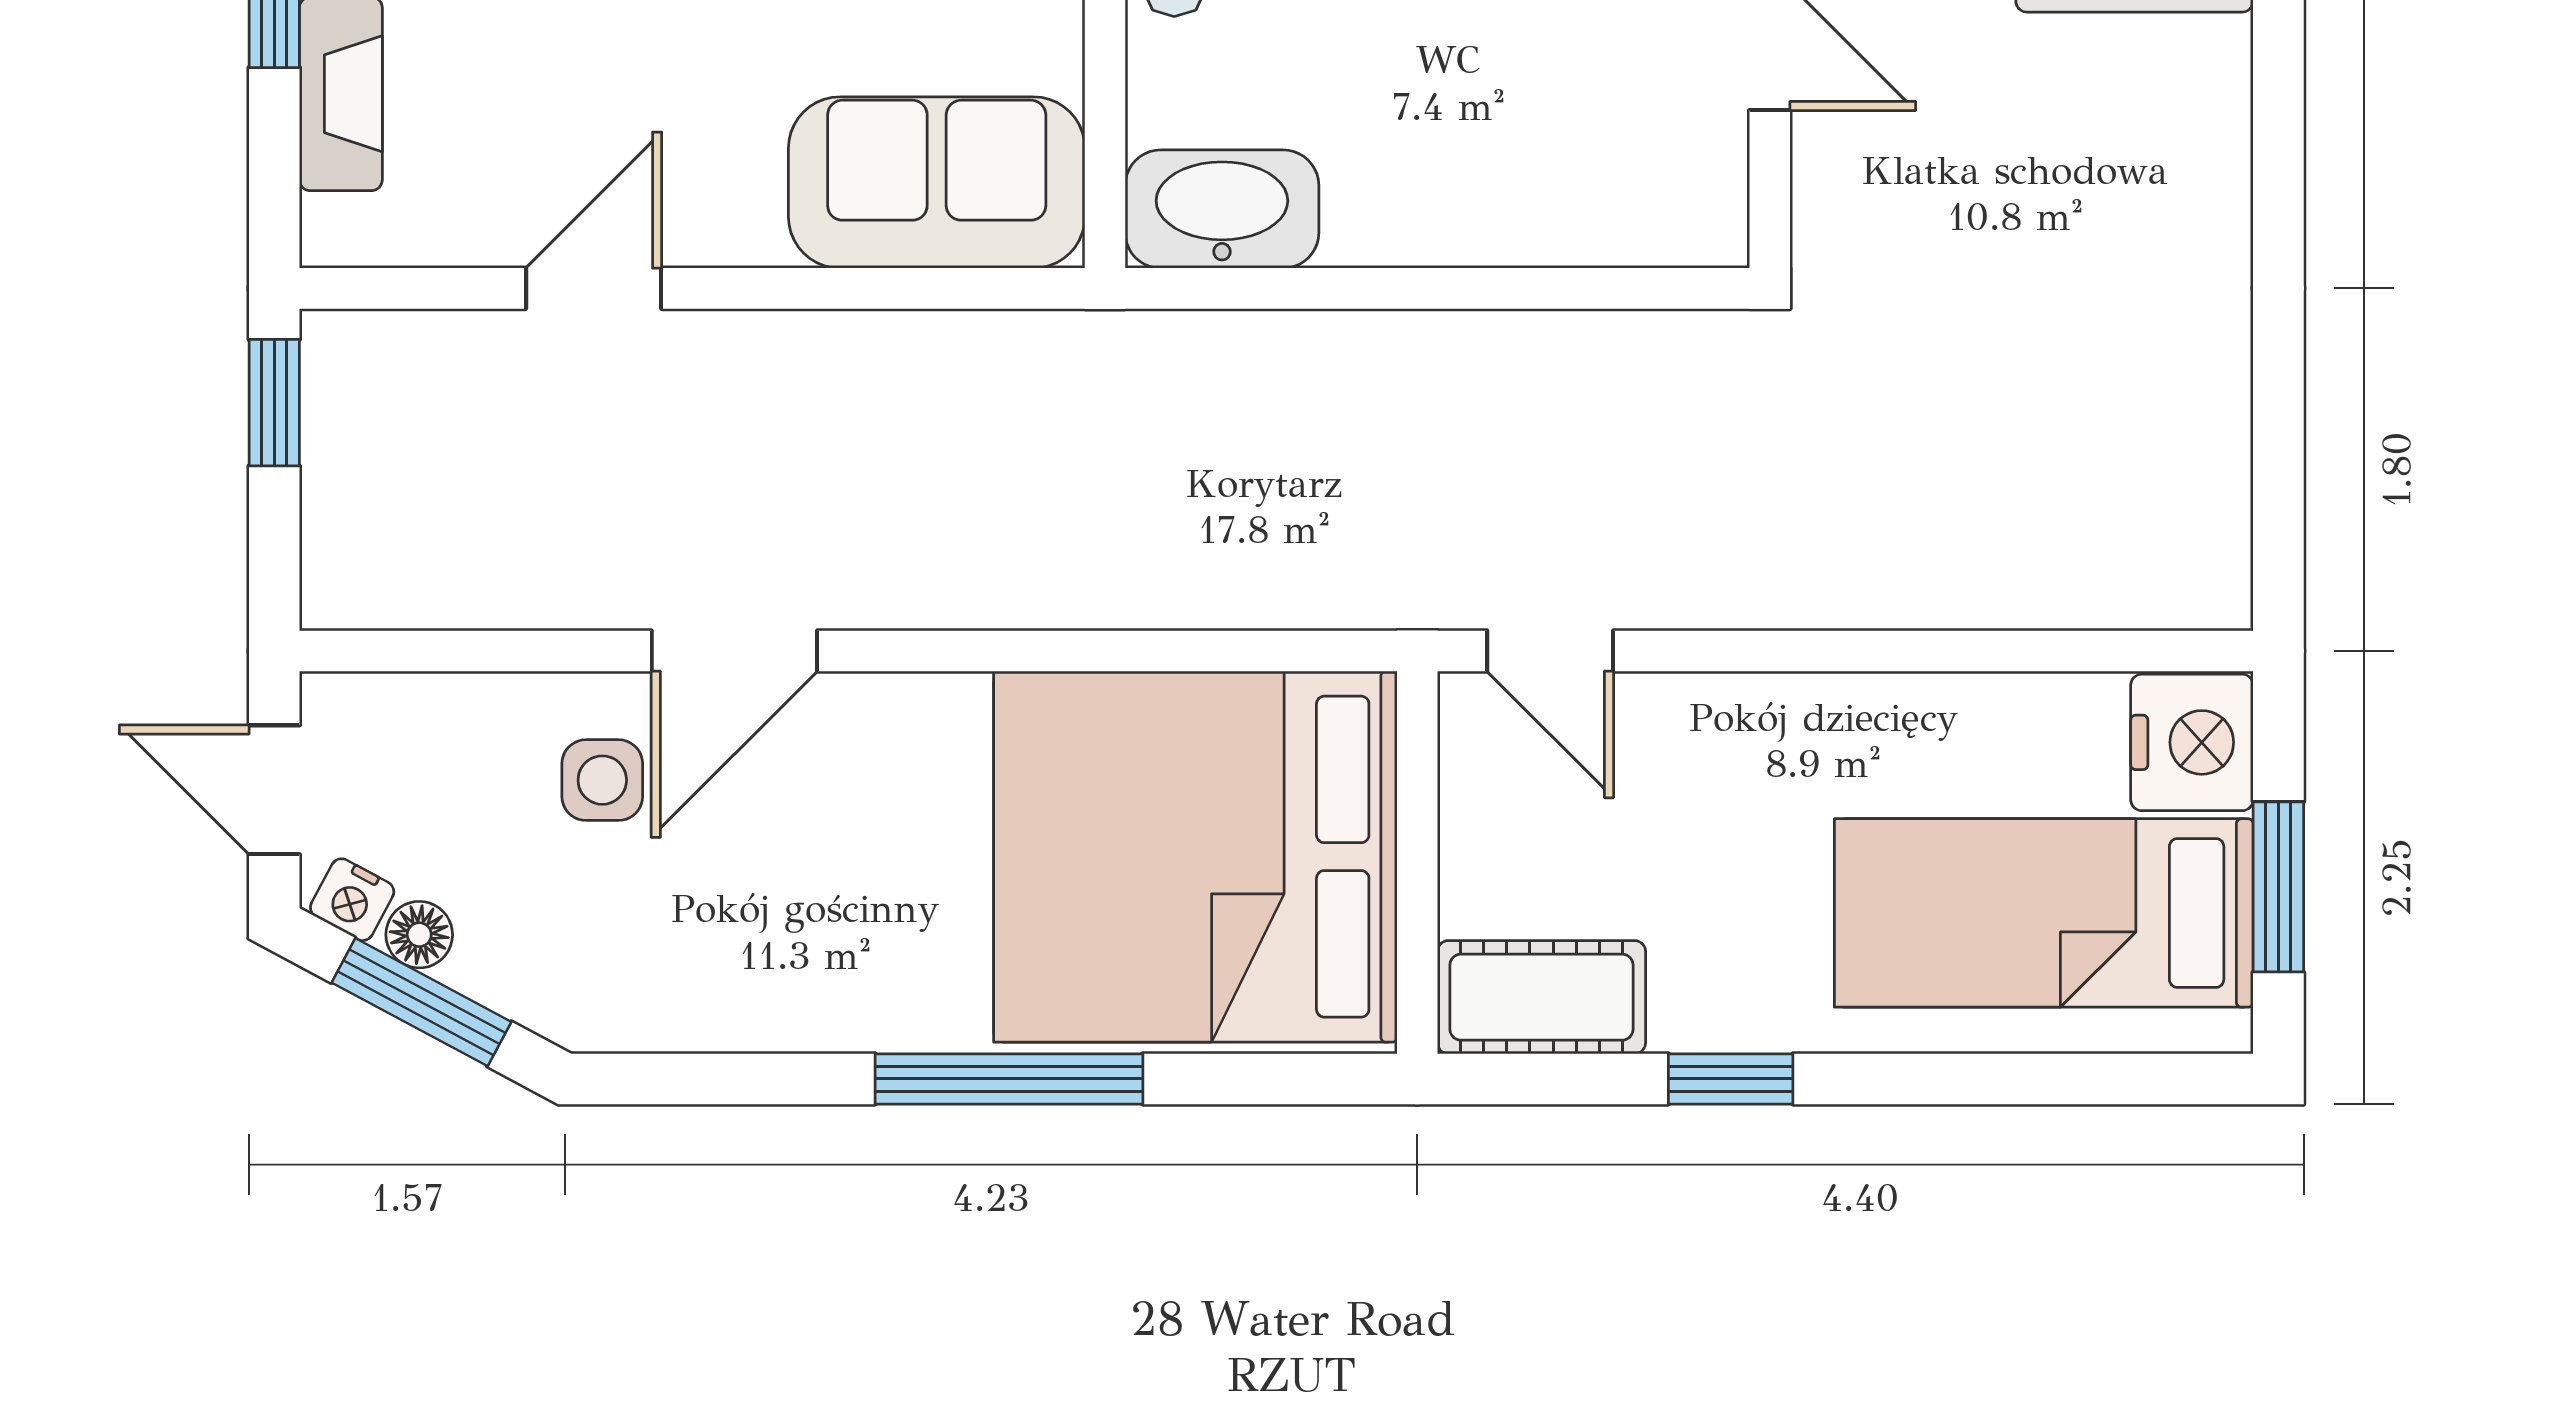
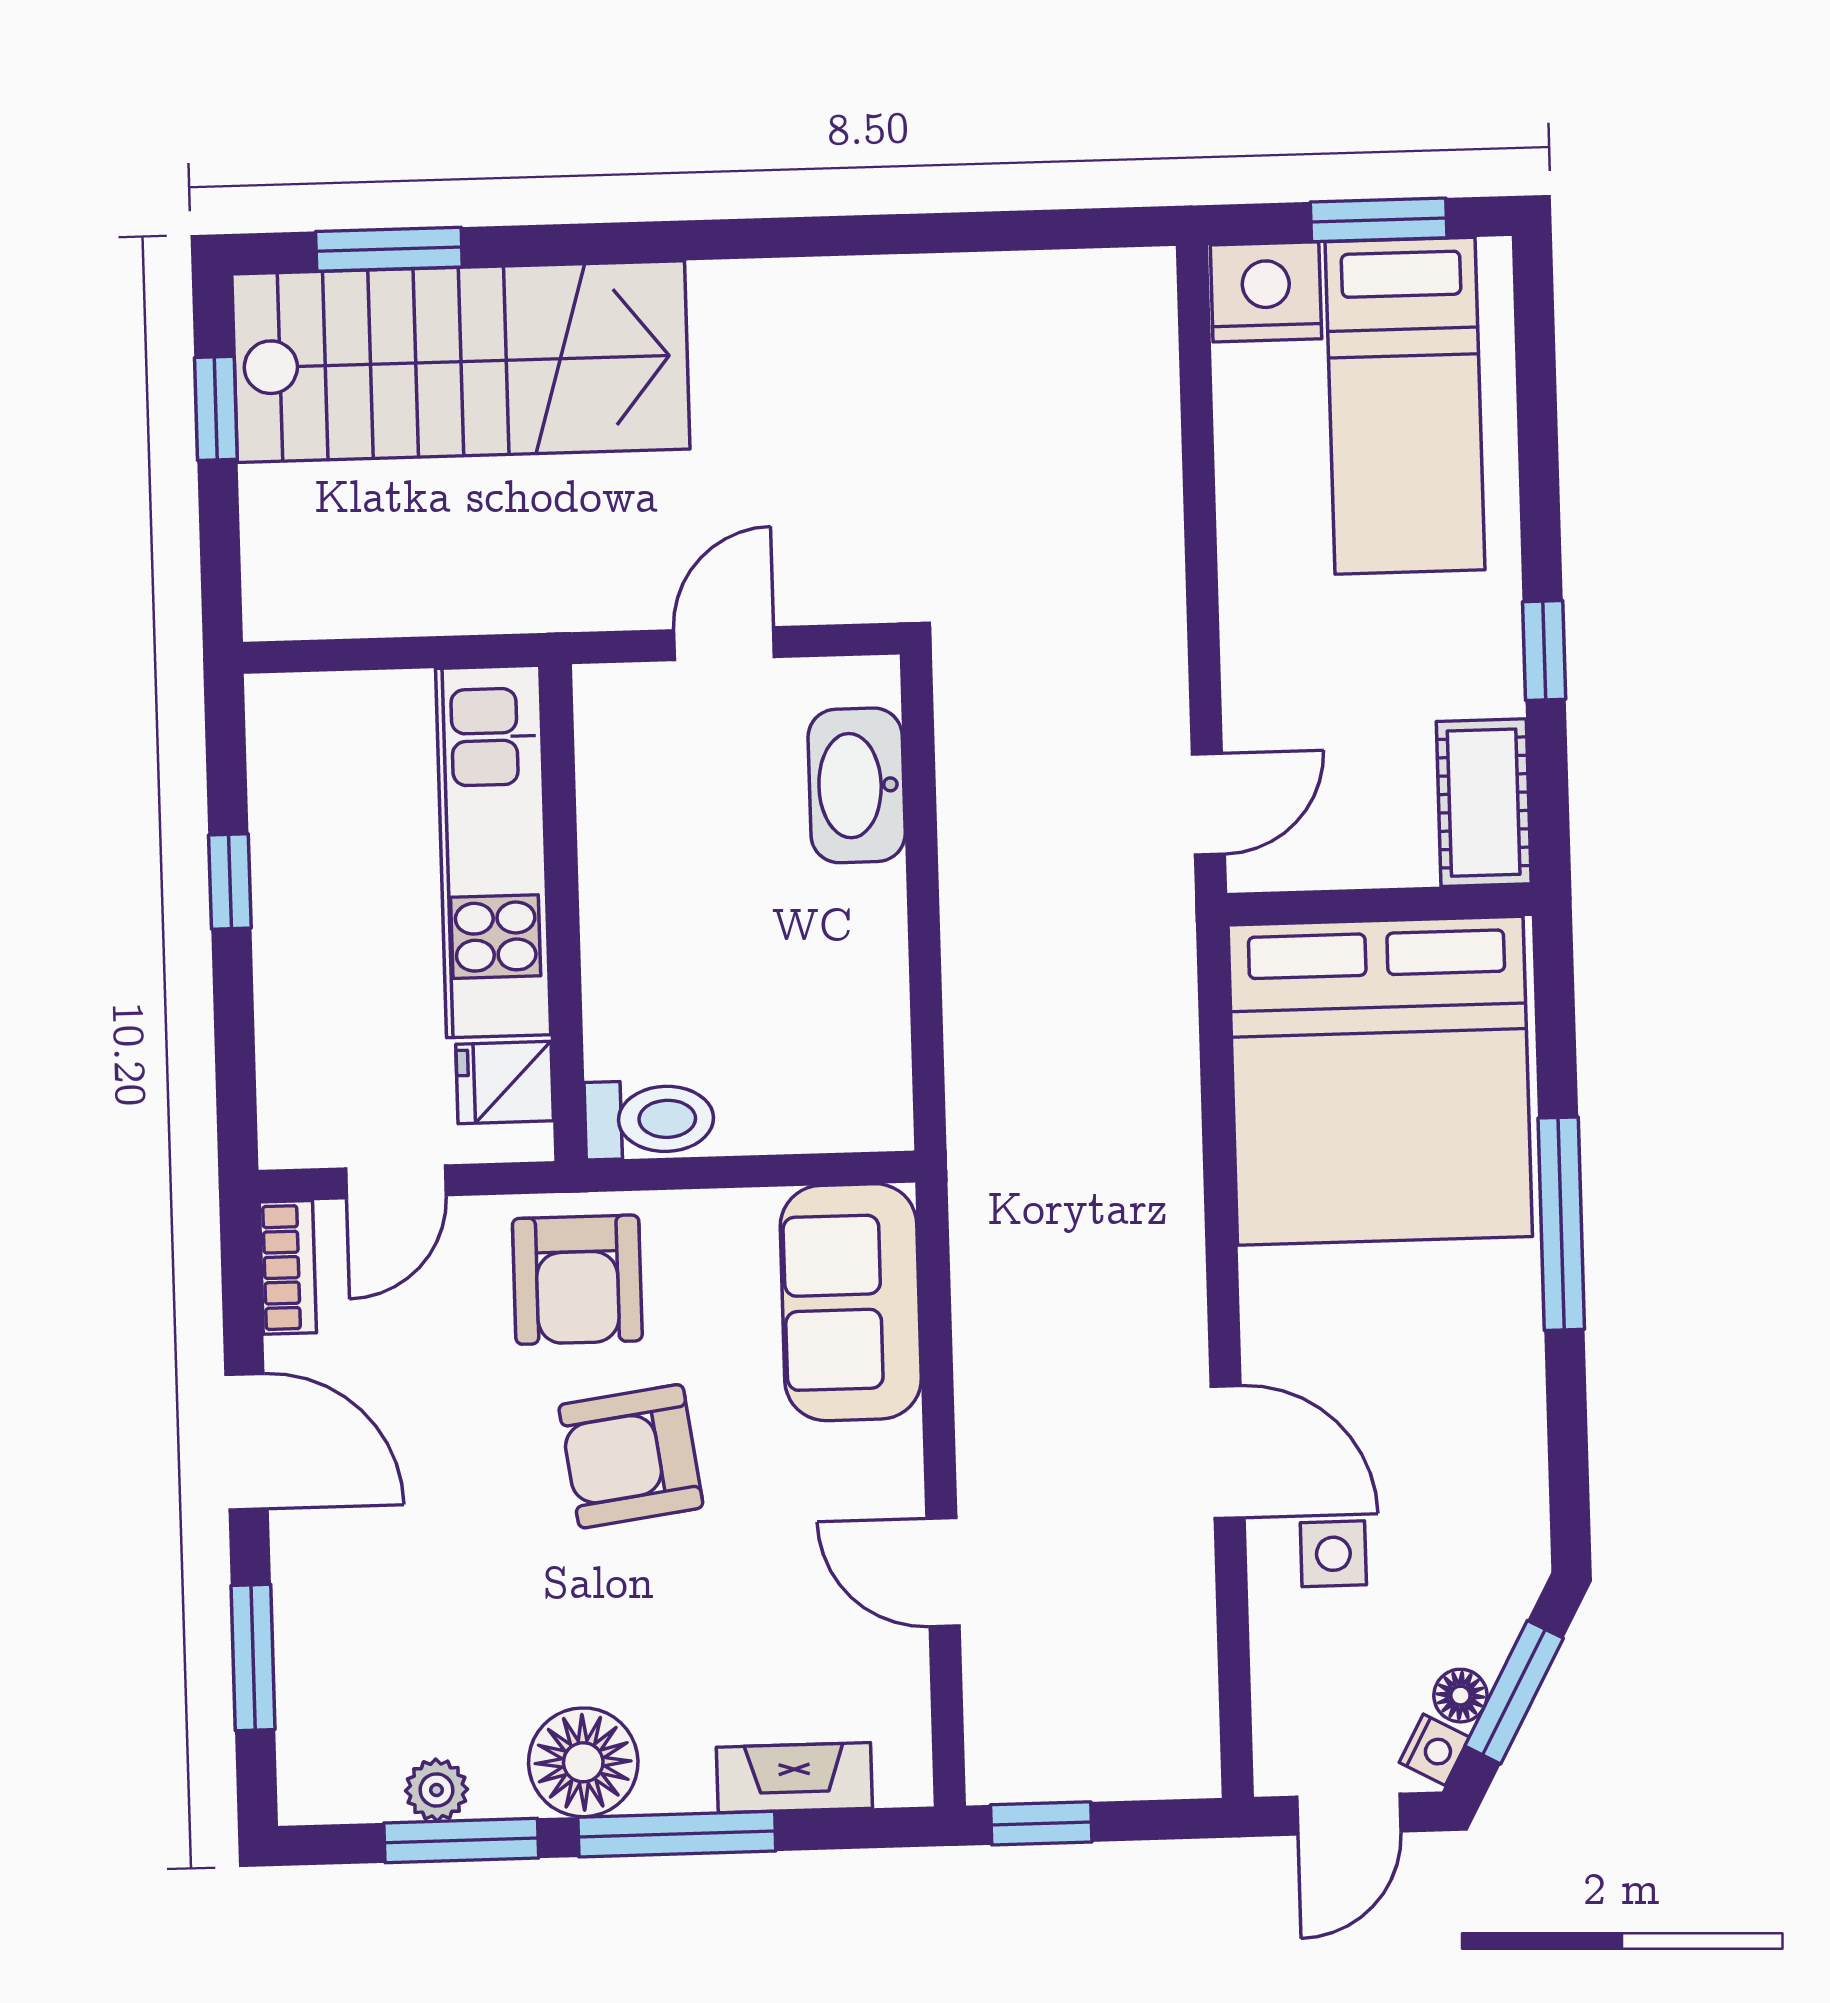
washbasin: (1222, 209) -> (857, 785), moved

